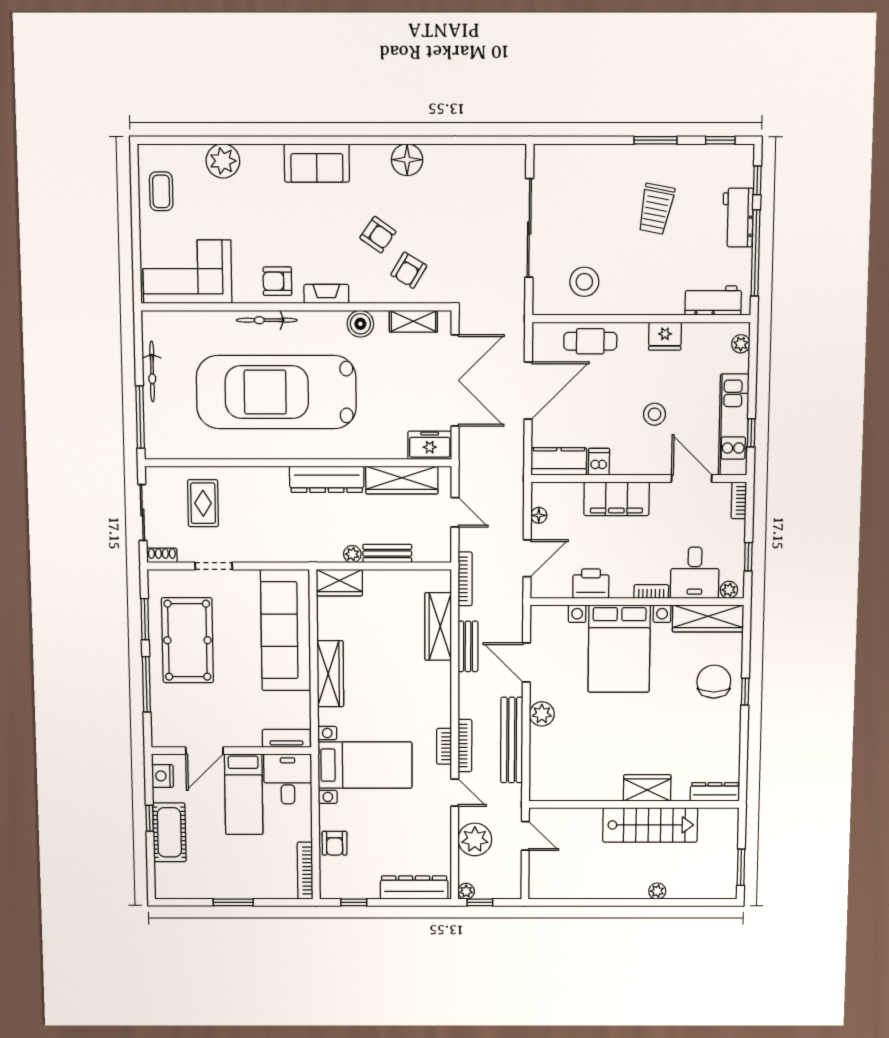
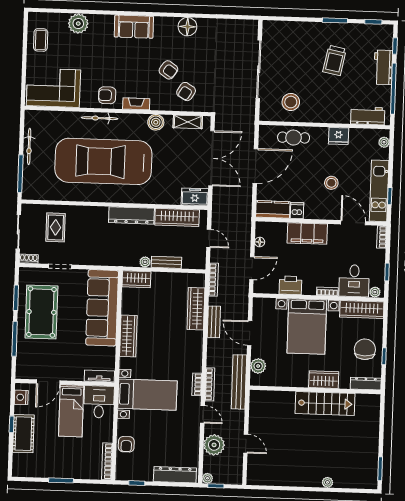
wardrobe: (647, 788) -> (324, 380), moved
dresser: (715, 792) -> (366, 384), moved
wall: (634, 804) -> (315, 390), moved
stairs: (650, 825) -> (325, 403), moved

